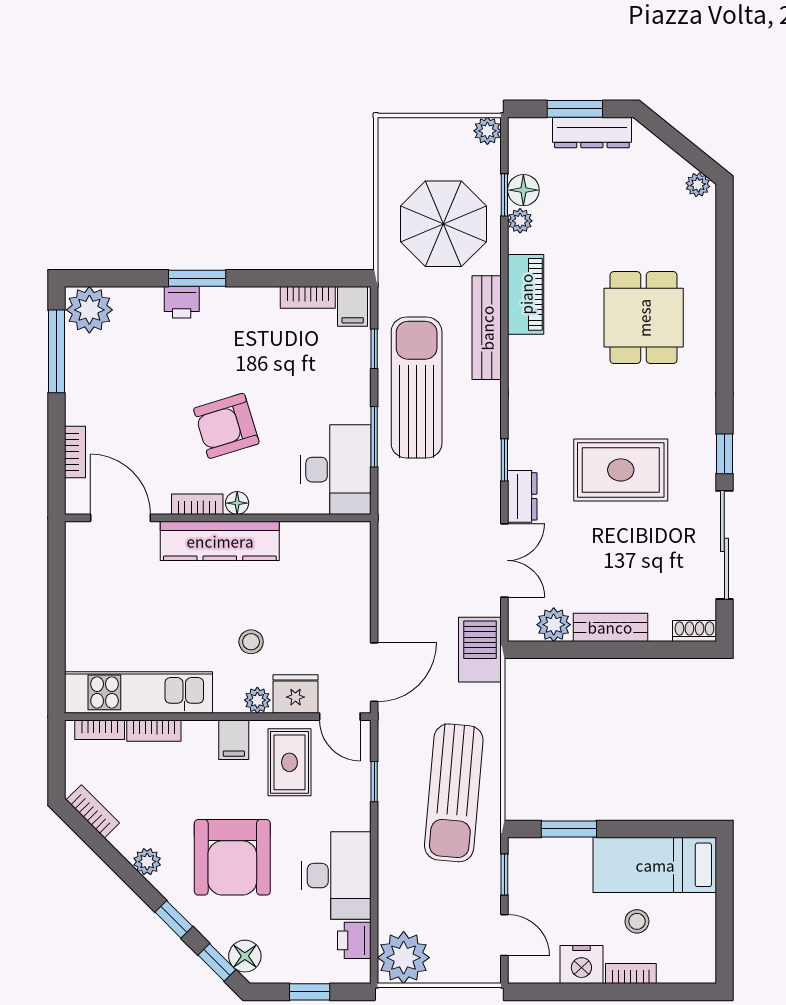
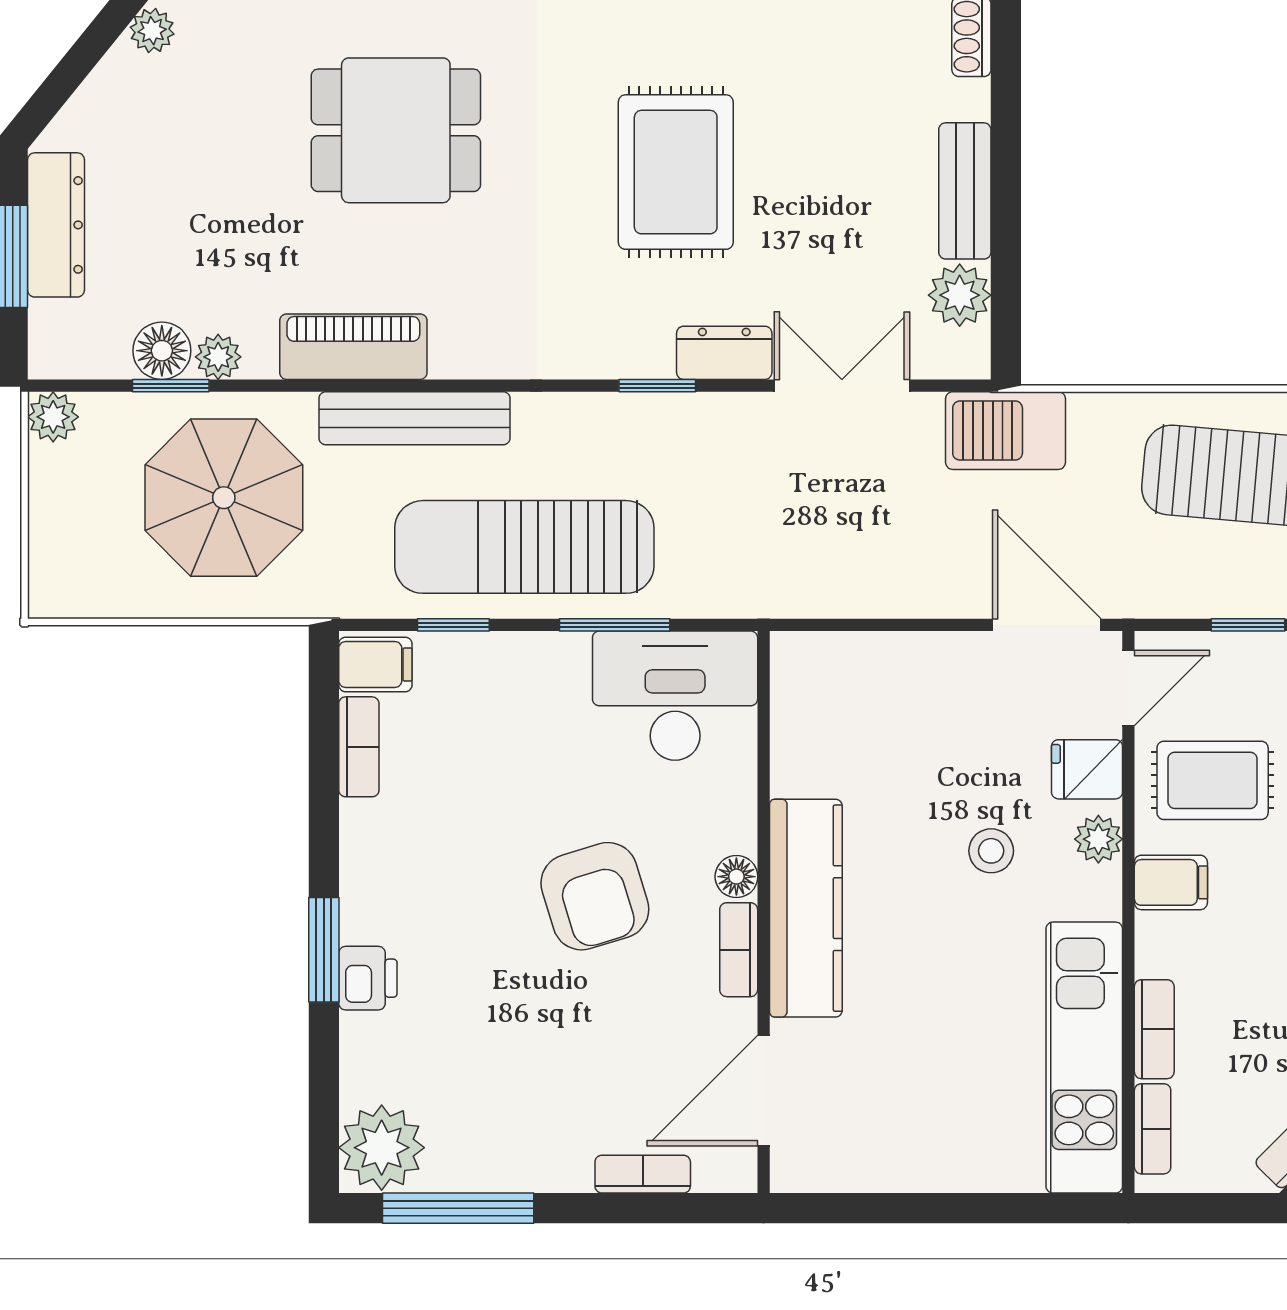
fridge: (295, 694) -> (1087, 769), width x0.72

